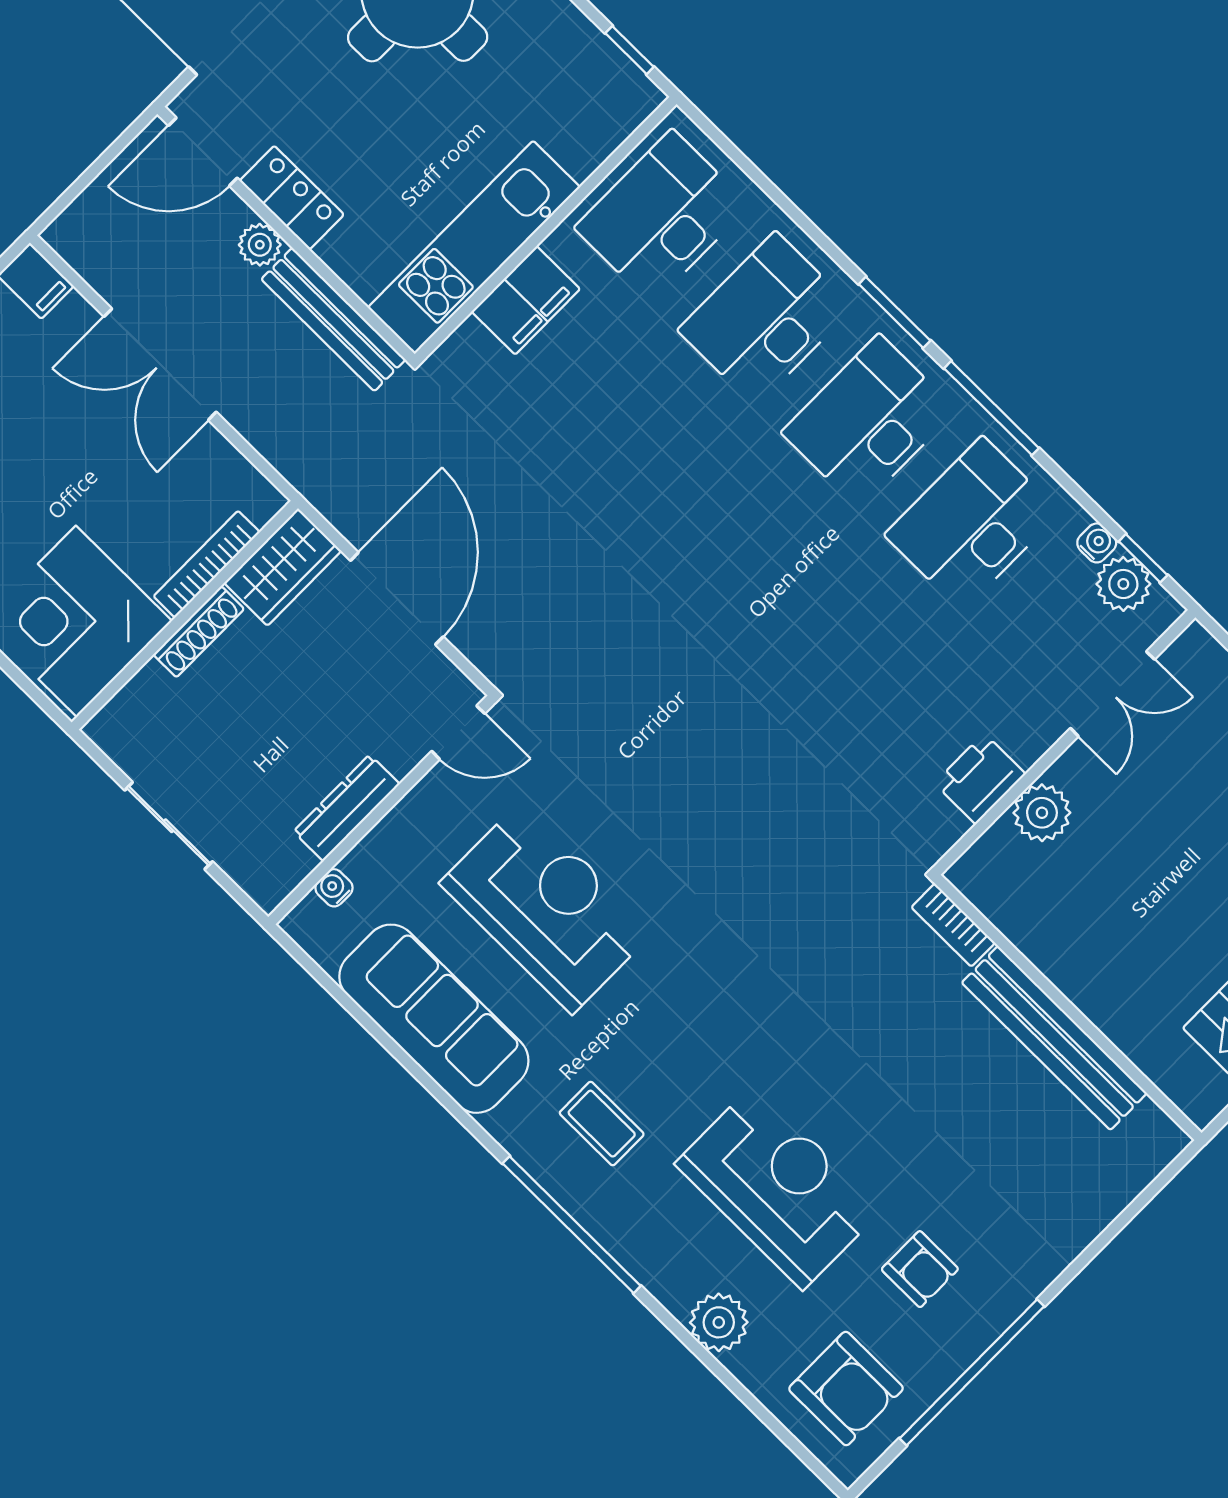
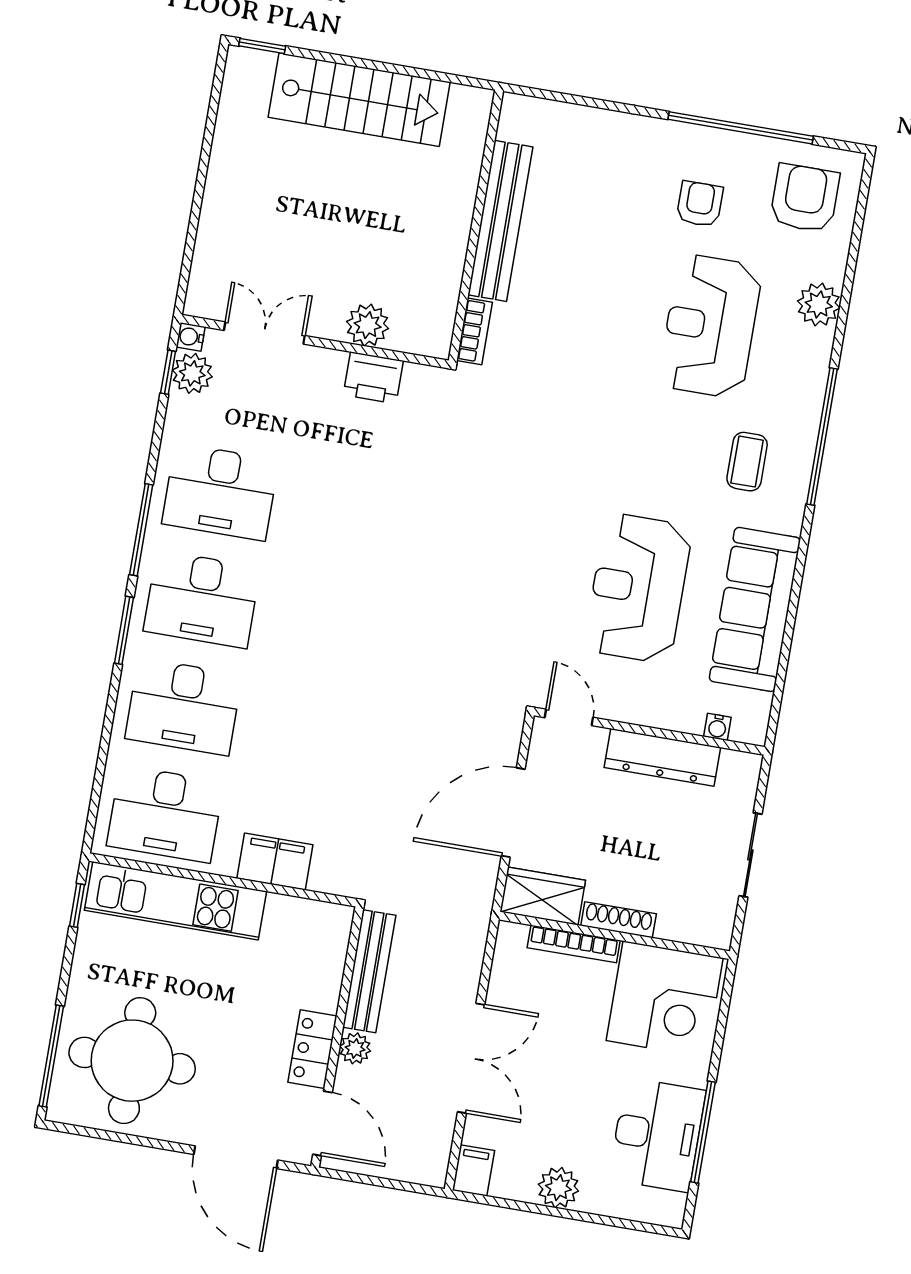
kitchen unit: (474, 247) -> (175, 901), moved
water cooler: (1097, 543) -> (191, 337), moved
dresser: (347, 808) -> (662, 757), width x1.37, depth x1.24

